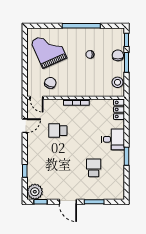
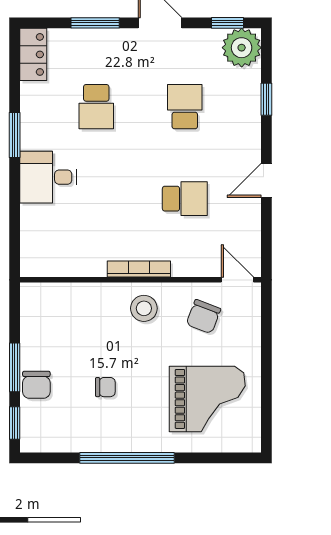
grand piano: (49, 50) -> (207, 399), turned -66
stool: (118, 82) -> (144, 308), moved
locker: (119, 109) -> (33, 54), moved
door: (25, 126) -> (266, 180), moved
school desk: (58, 168) -> (185, 107), added

